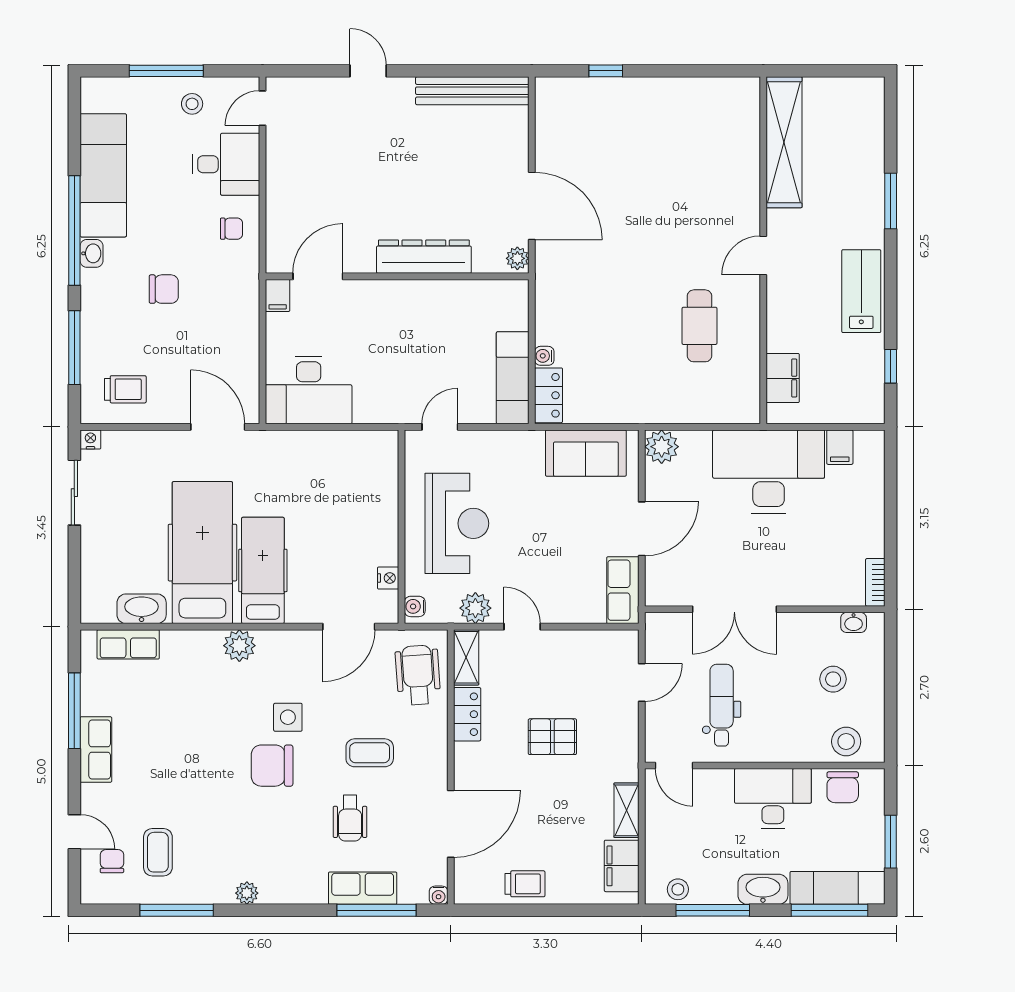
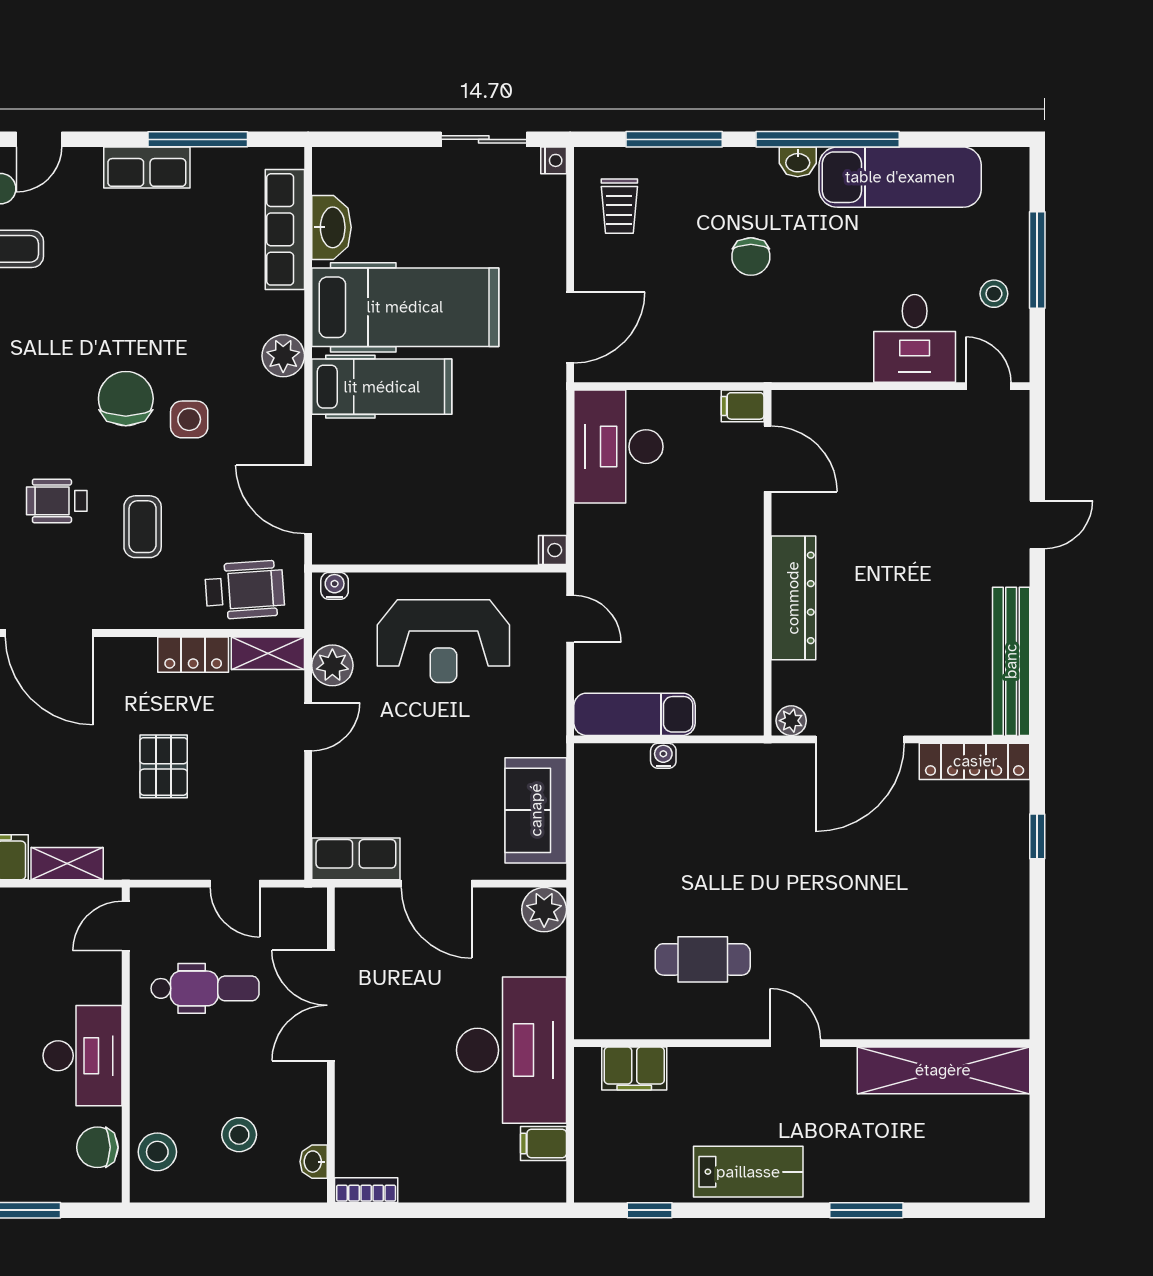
chair: (231, 229) -> (830, 345), removed
locker: (549, 395) -> (975, 761), moved, width x1.53
nightstand: (388, 578) -> (553, 550), moved, turned -90
row of seats: (128, 644) -> (285, 229), width x1.48

